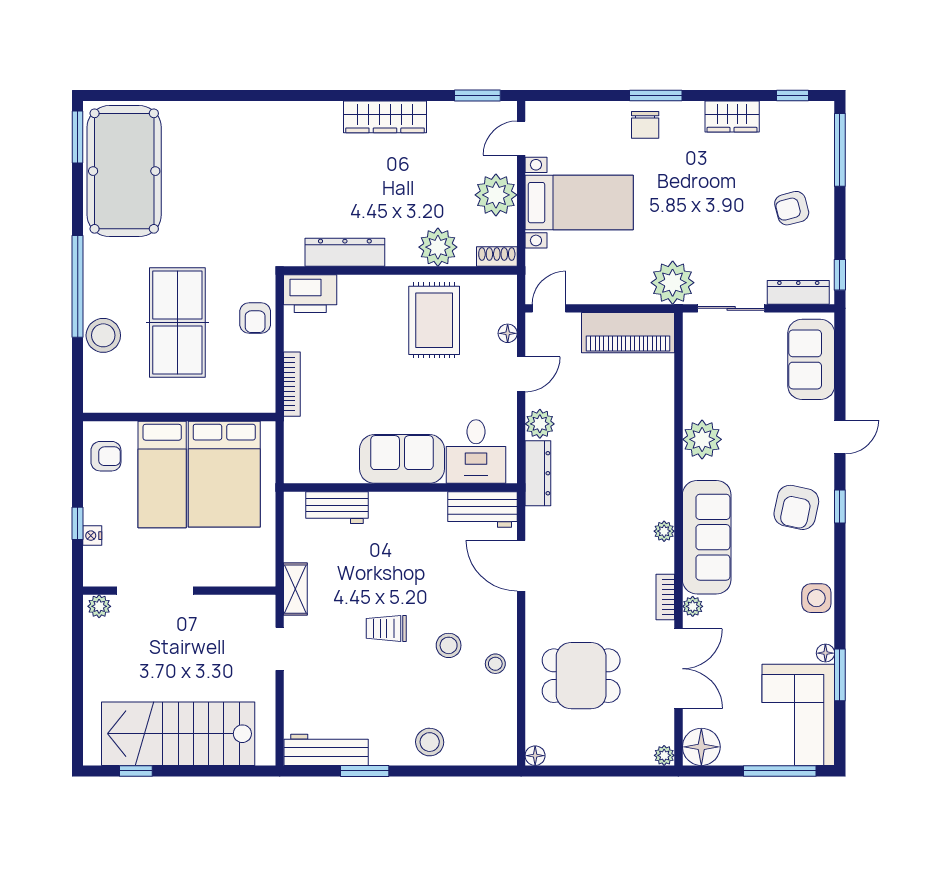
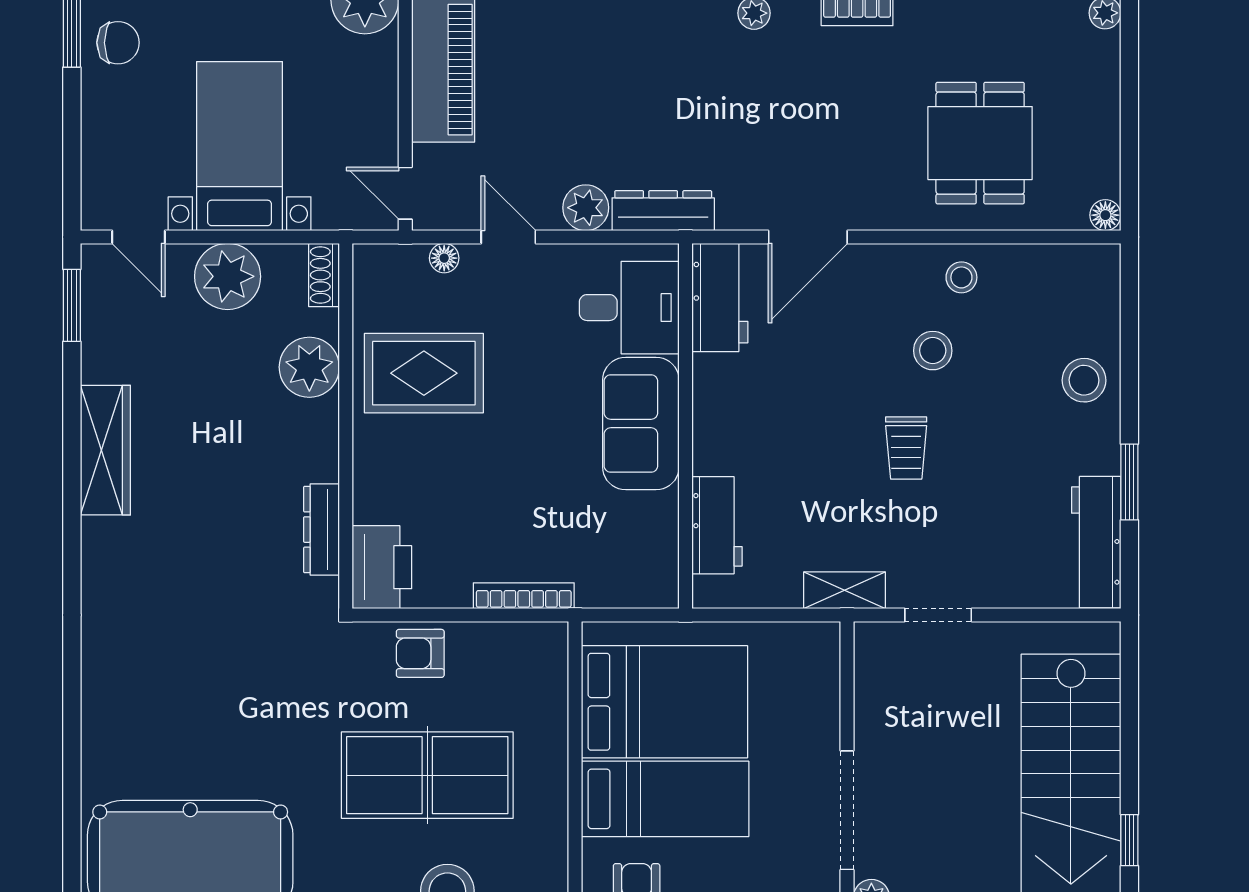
dresser: (345, 252) -> (322, 530), width x0.73, depth x0.80
armchair: (255, 318) -> (420, 653), turned 180

